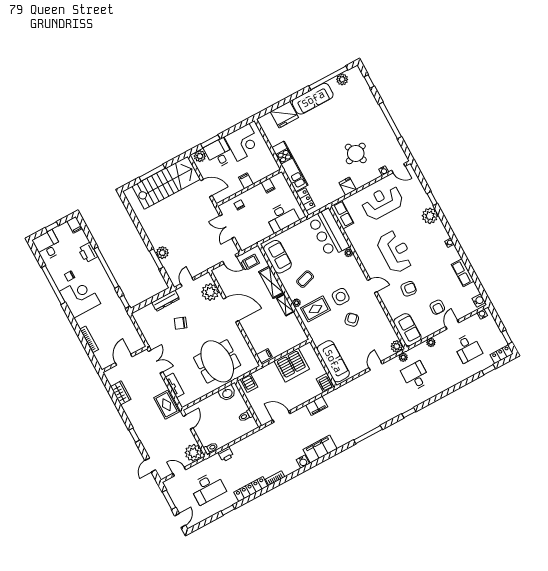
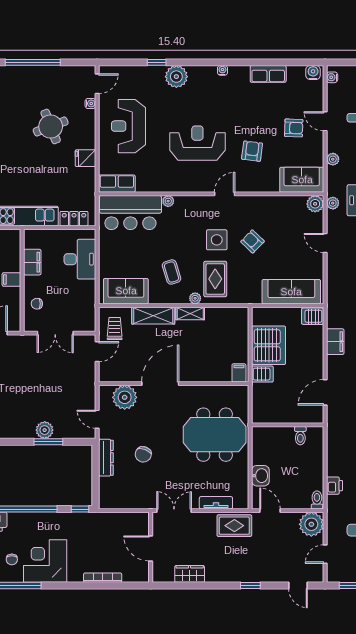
filing cabinet: (268, 186) -> (32, 262), width x2.00
server rack: (249, 383) -> (262, 374), moved
washbasin: (227, 393) -> (260, 476), moved

